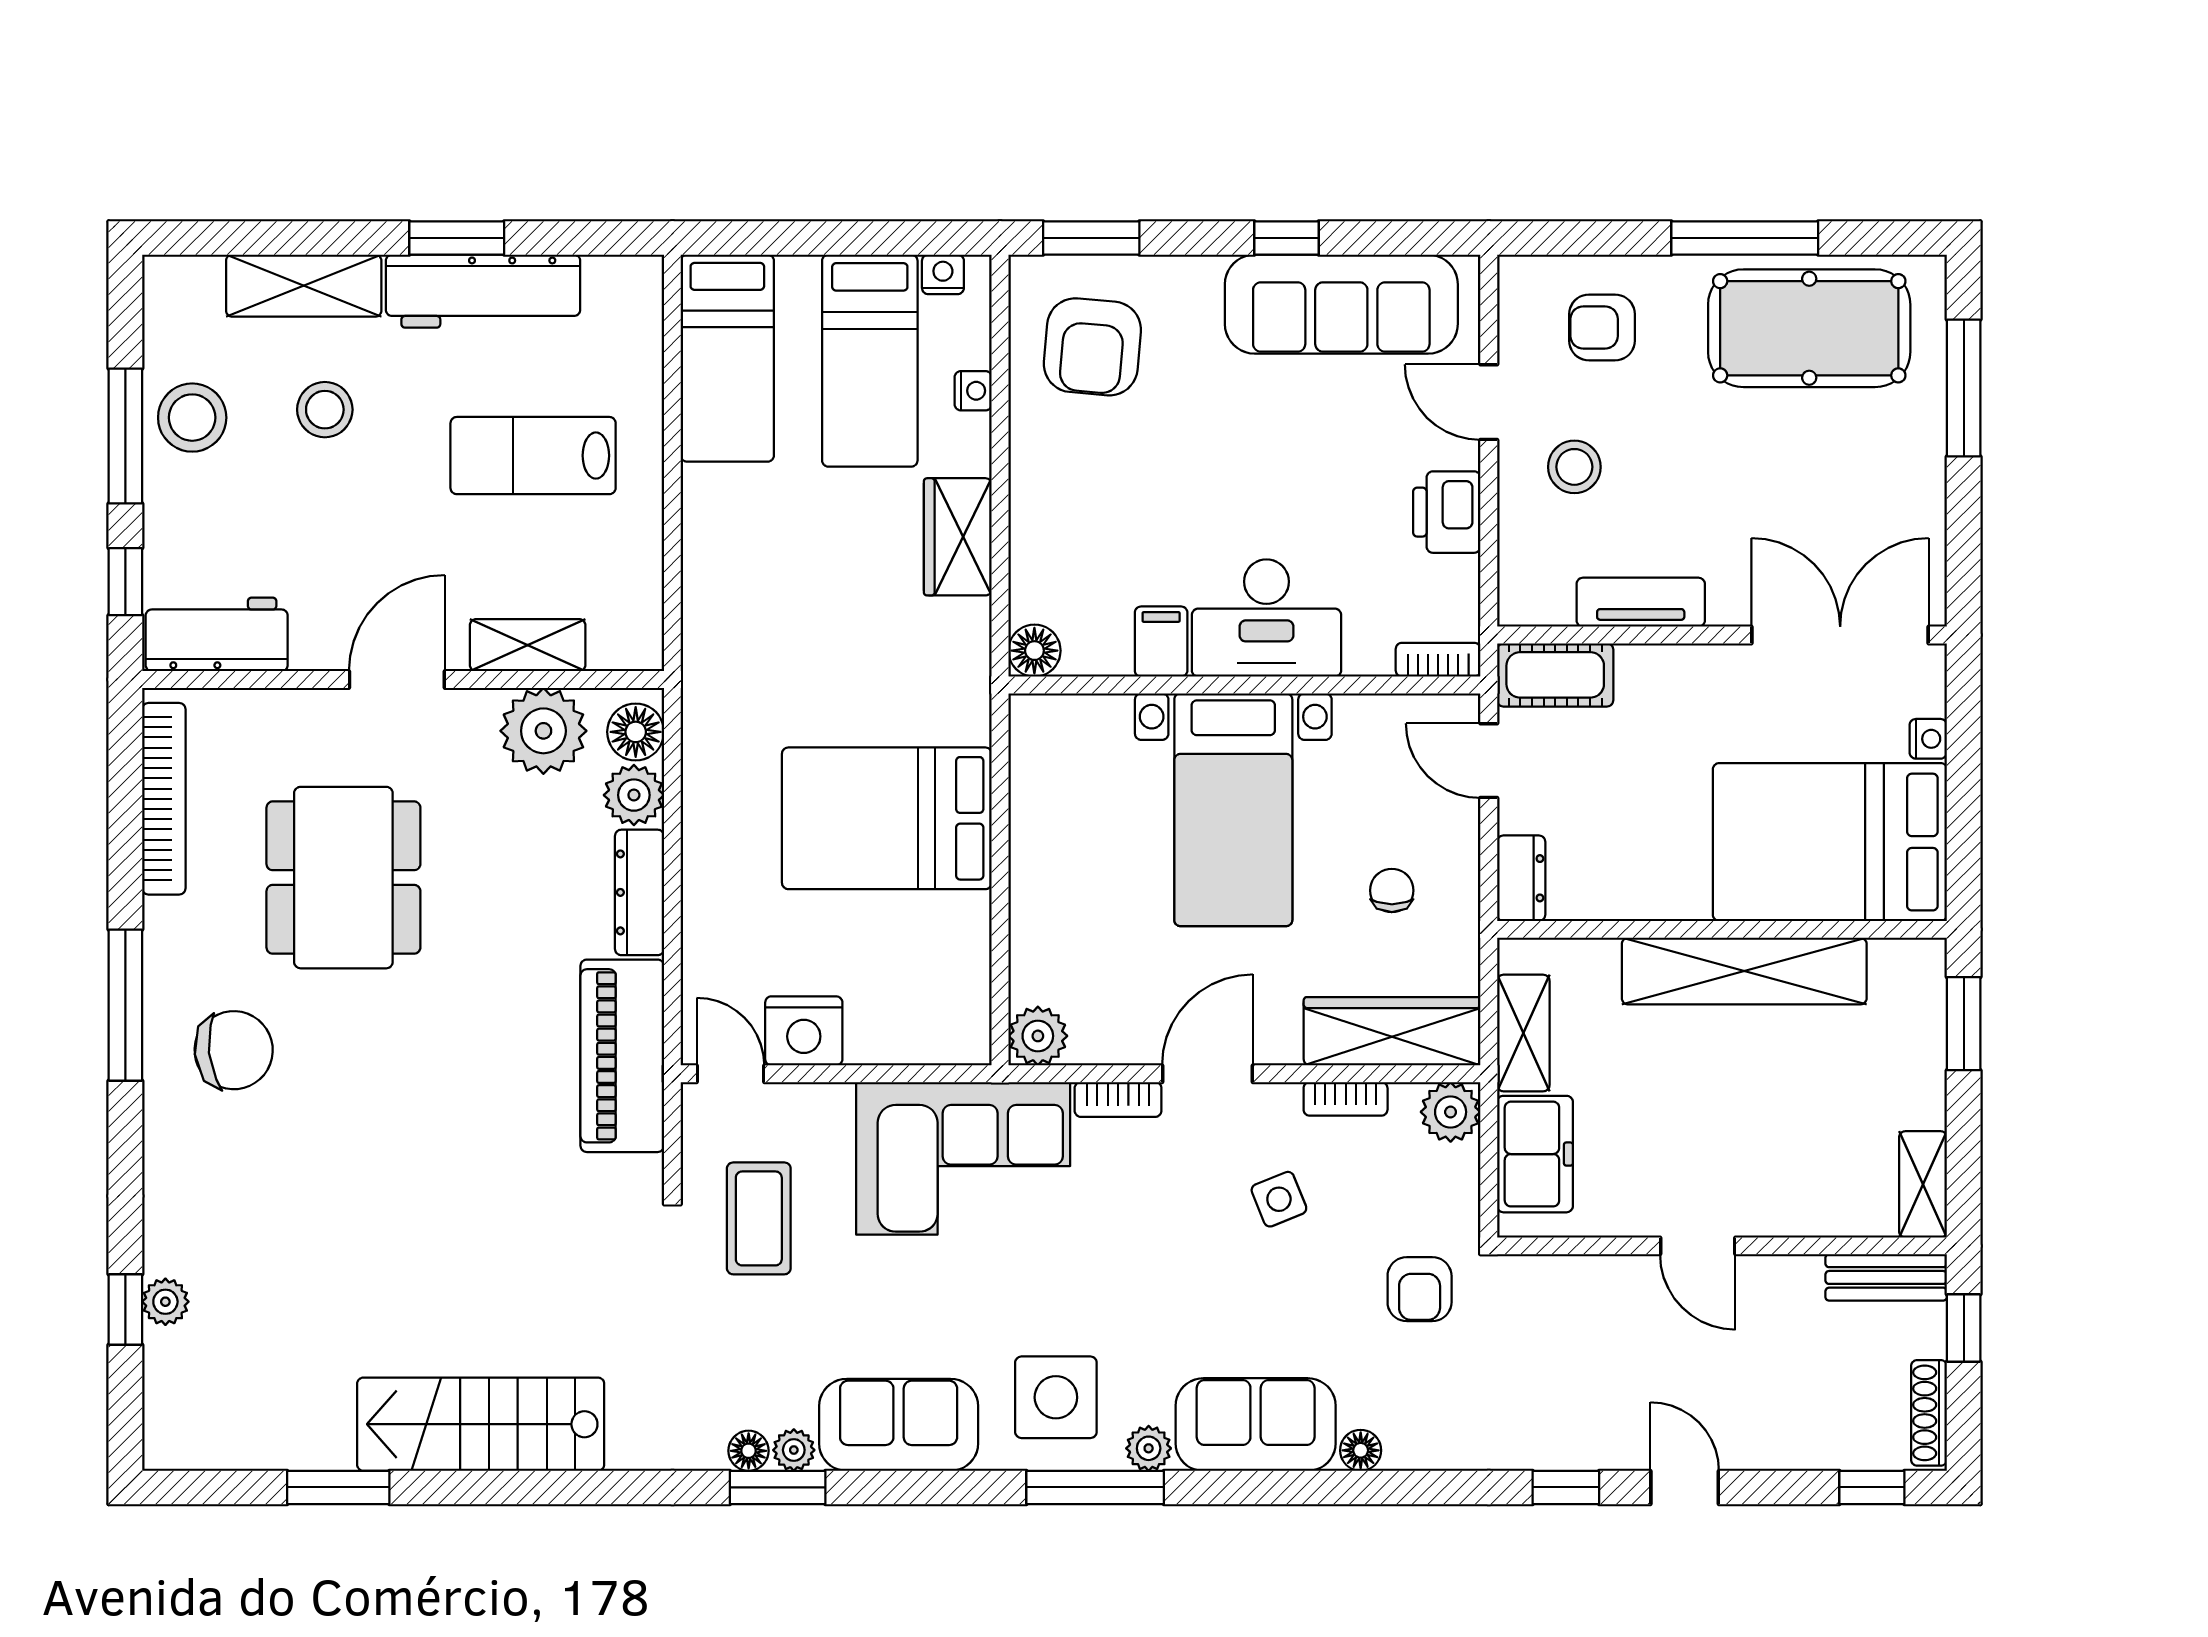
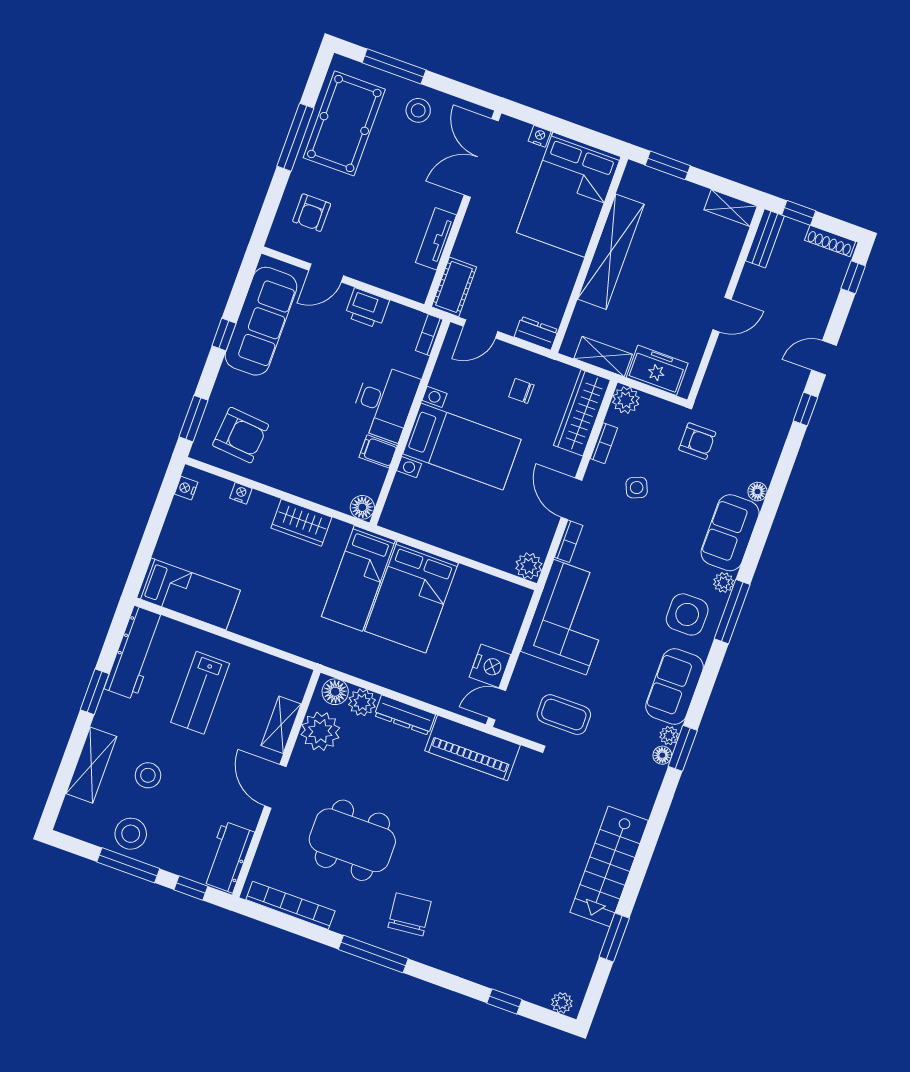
workbench: (483, 291) -> (135, 653), moved
bed: (870, 361) -> (358, 578), moved, turned 90
stool: (1574, 467) -> (418, 110), moved
plant: (165, 1302) -> (562, 1003), moved

